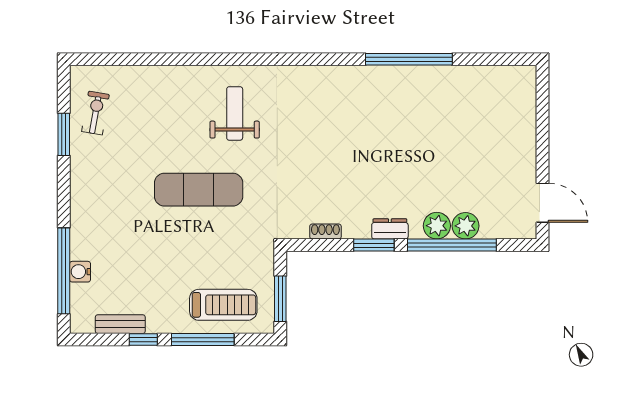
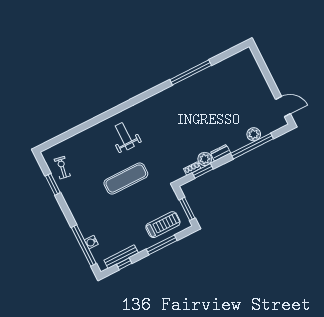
plant: (437, 226) -> (205, 159), moved
window: (374, 245) -> (203, 171), moved
bench: (120, 324) -> (121, 257), width x1.36
window: (143, 340) -> (124, 264), moved

